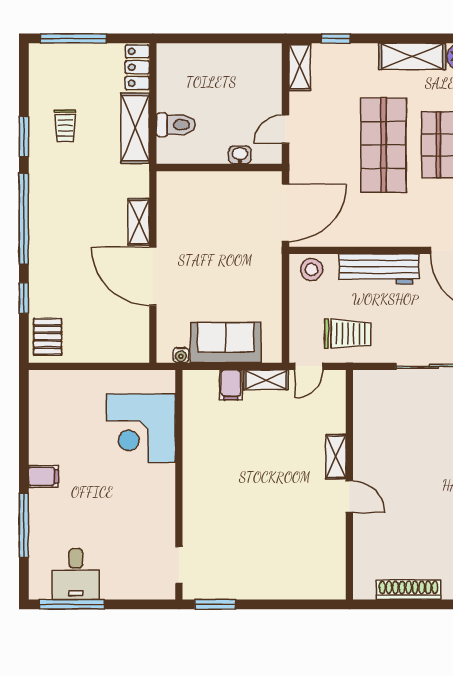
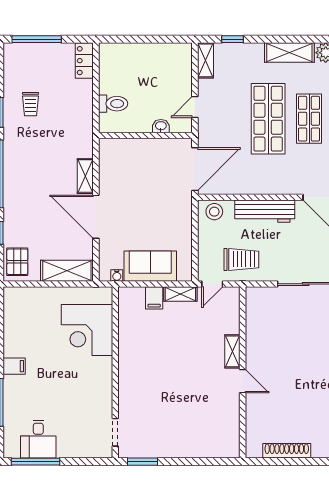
shelving: (135, 128) -> (67, 271), moved, turned 90

